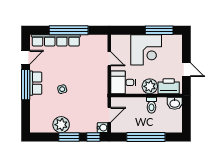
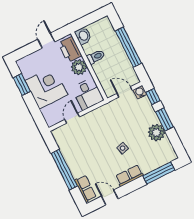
window: (159, 30) -> (22, 85), width x0.69
row of seats: (56, 40) -> (85, 189), width x0.50
window: (26, 85) -> (159, 173), moved

